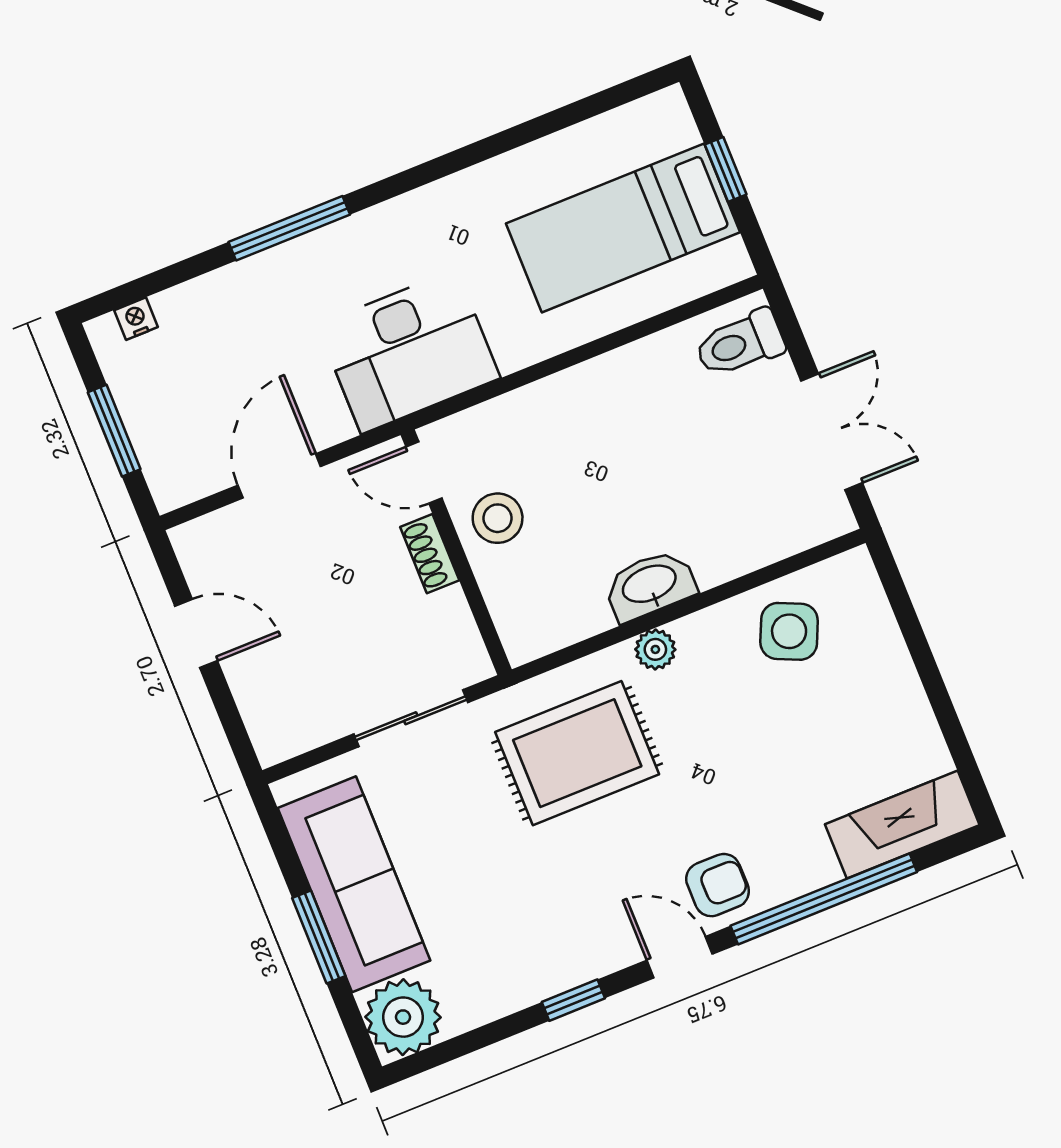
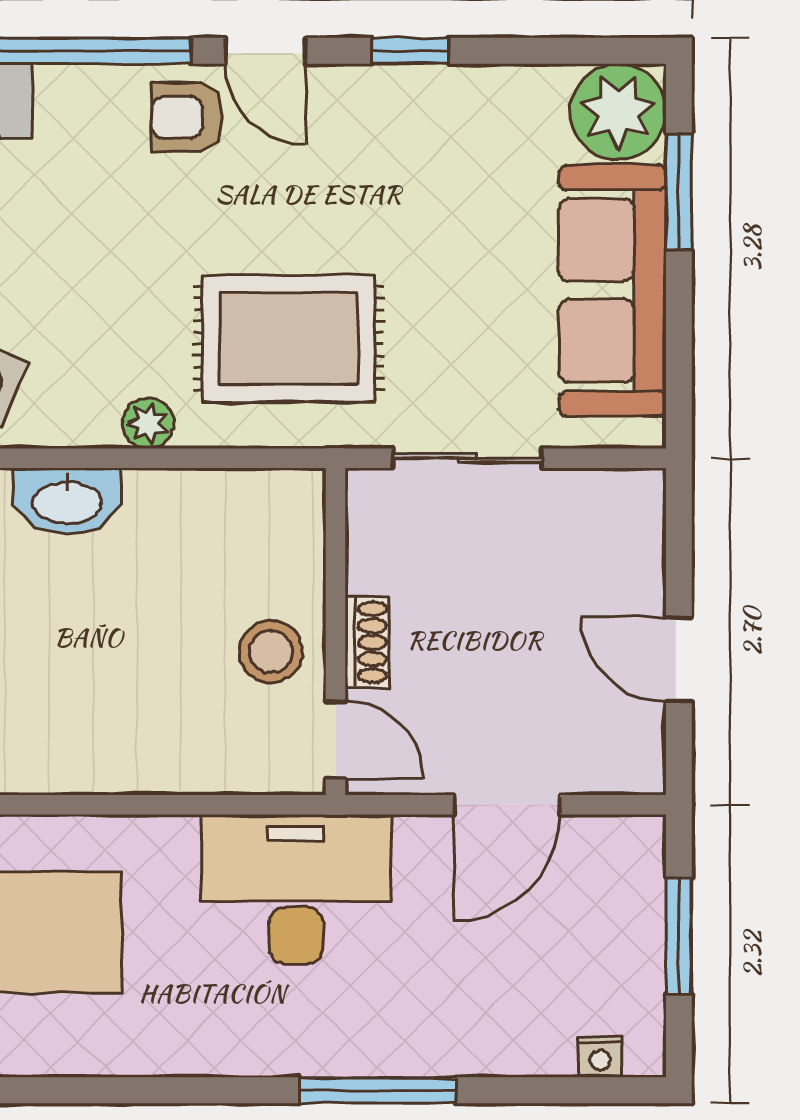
washbasin: (650, 585) -> (67, 501), moved
window: (319, 937) -> (679, 192), moved

